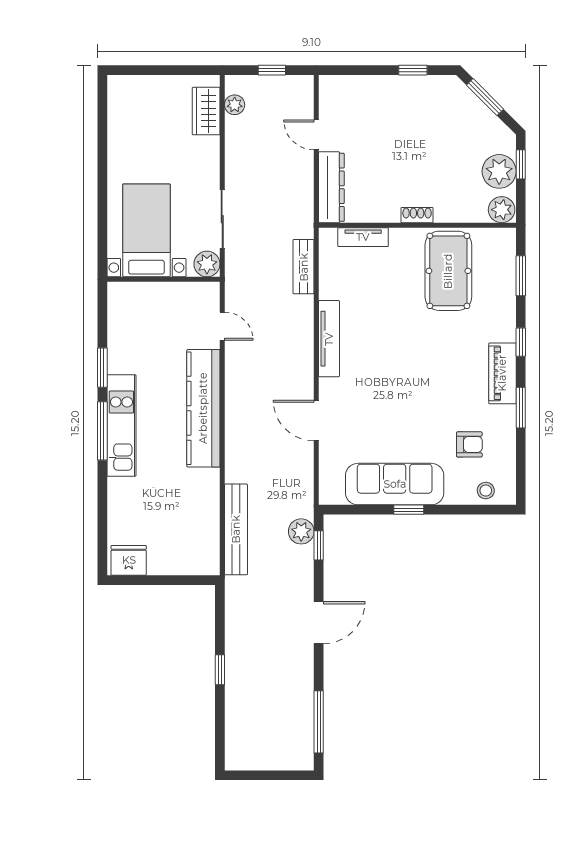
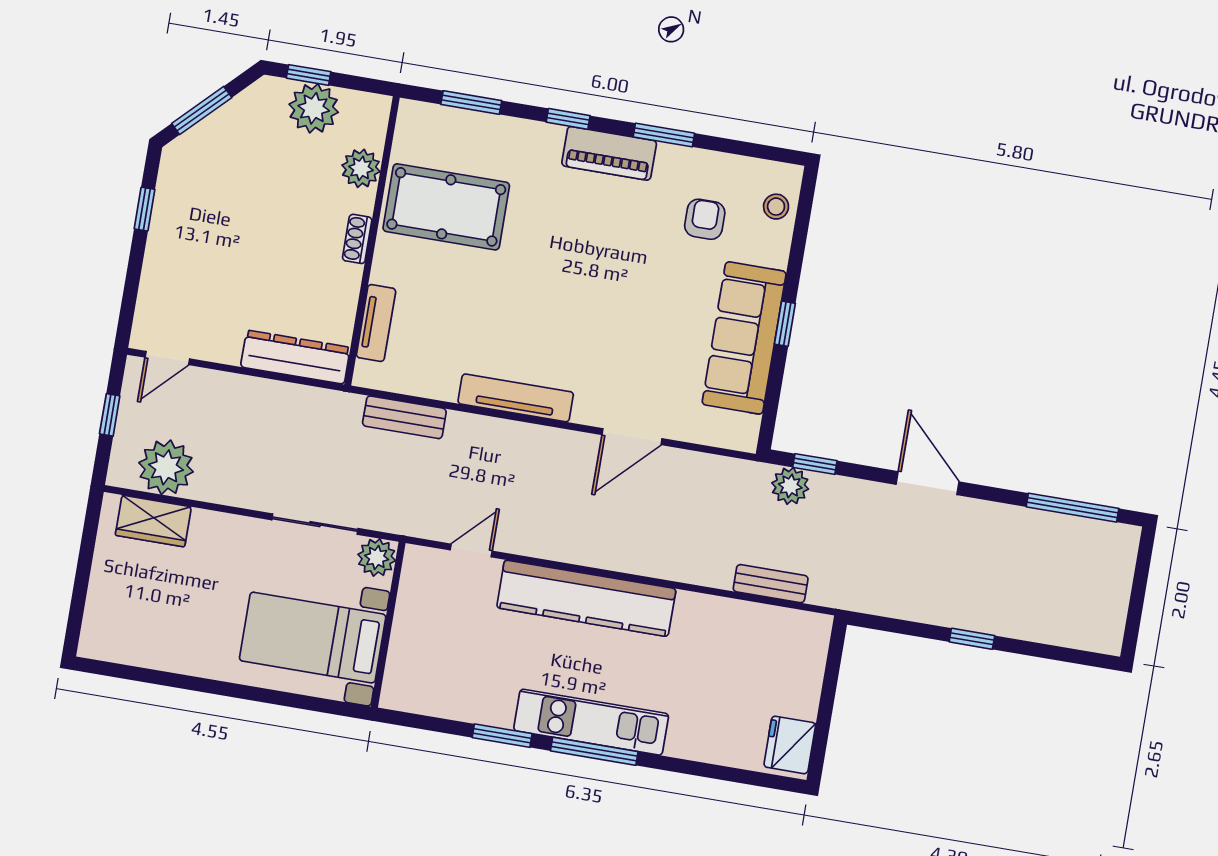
plant: (235, 105) -> (166, 467), width x1.87, depth x1.87
door: (316, 135) -> (167, 358), moved
plant: (502, 210) -> (361, 168), moved
bench: (236, 529) -> (771, 584), width x0.54, depth x0.82

